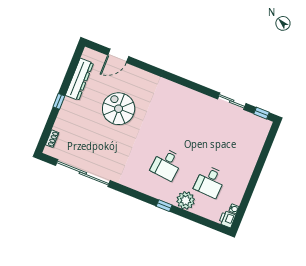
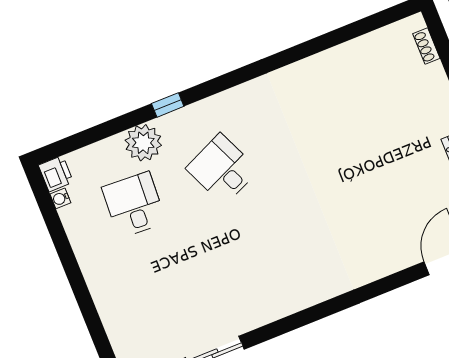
spiral stairs: (119, 109) -> (371, 183), removed
desk: (167, 164) -> (222, 169), turned -30
sliding door: (83, 173) -> (333, 39), removed

